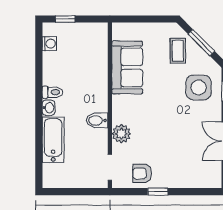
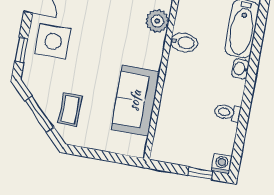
washing machine: (49, 44) -> (222, 164), moved, turned 90
side table: (199, 87) -> (53, 41), moved
toilet: (53, 92) -> (227, 112), moved

